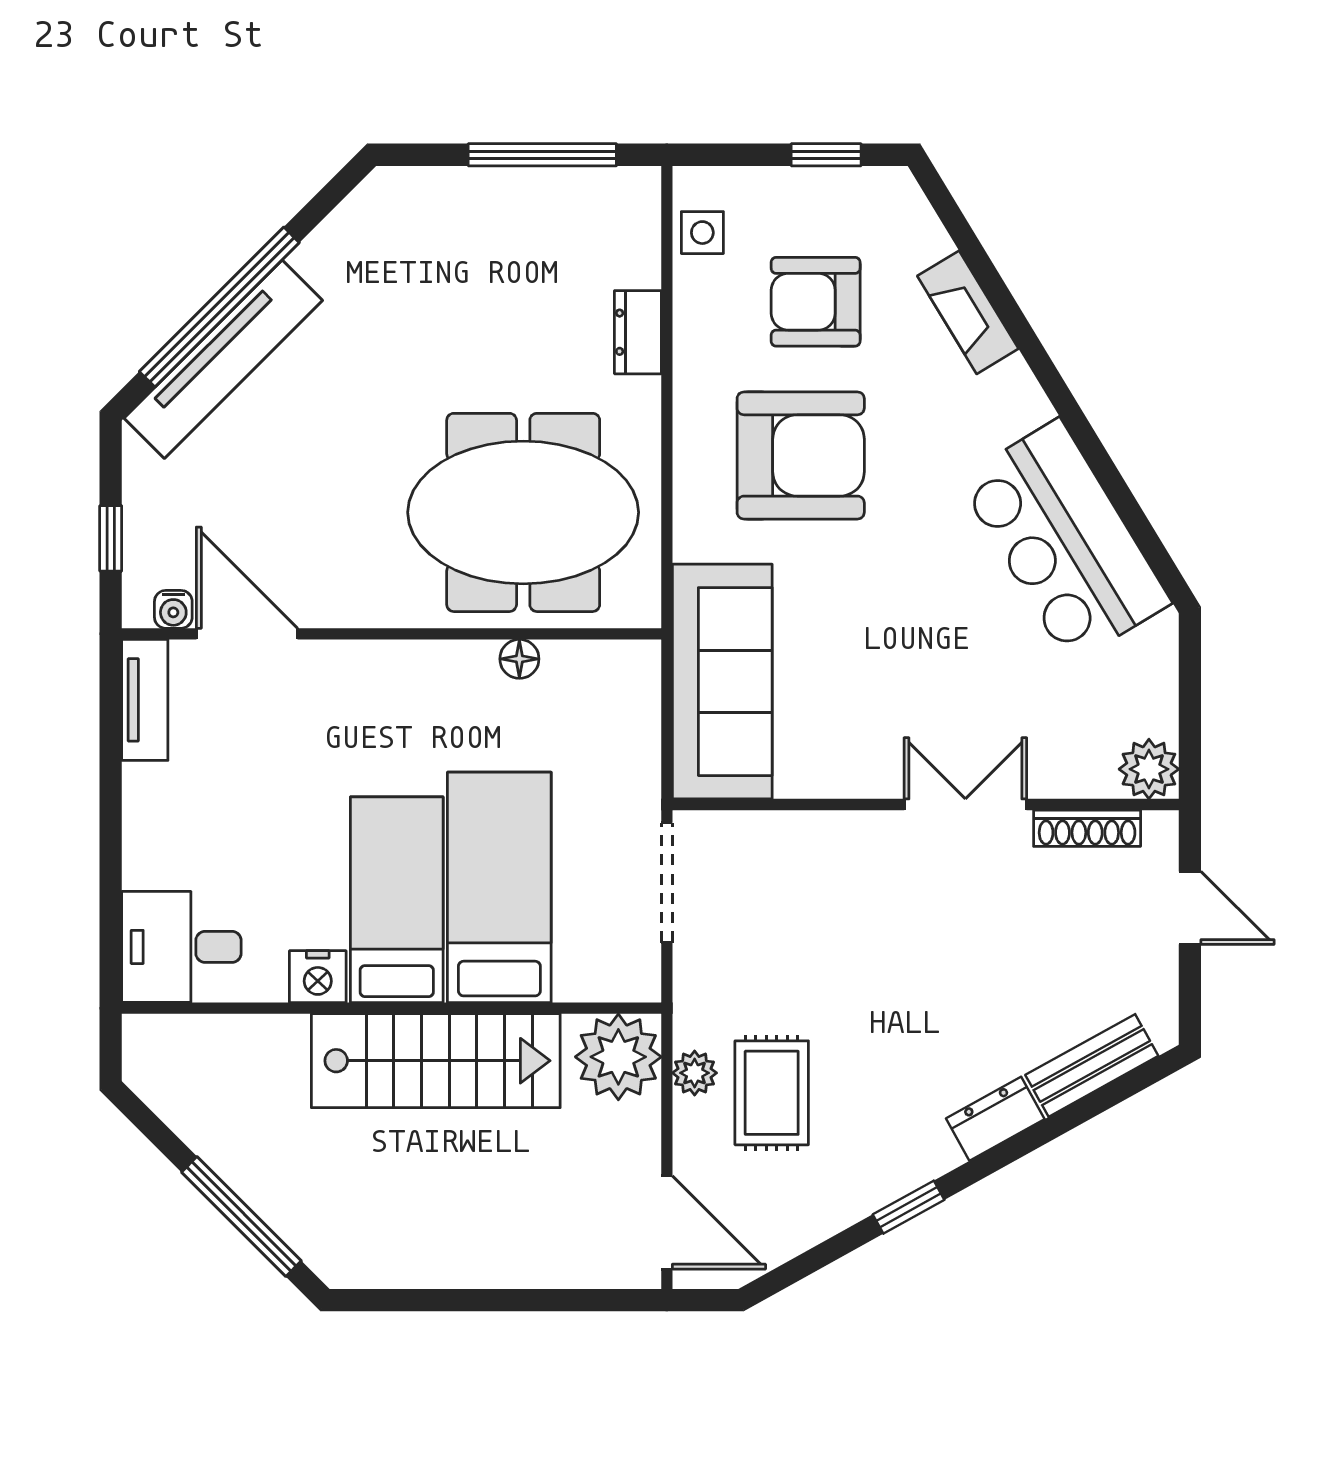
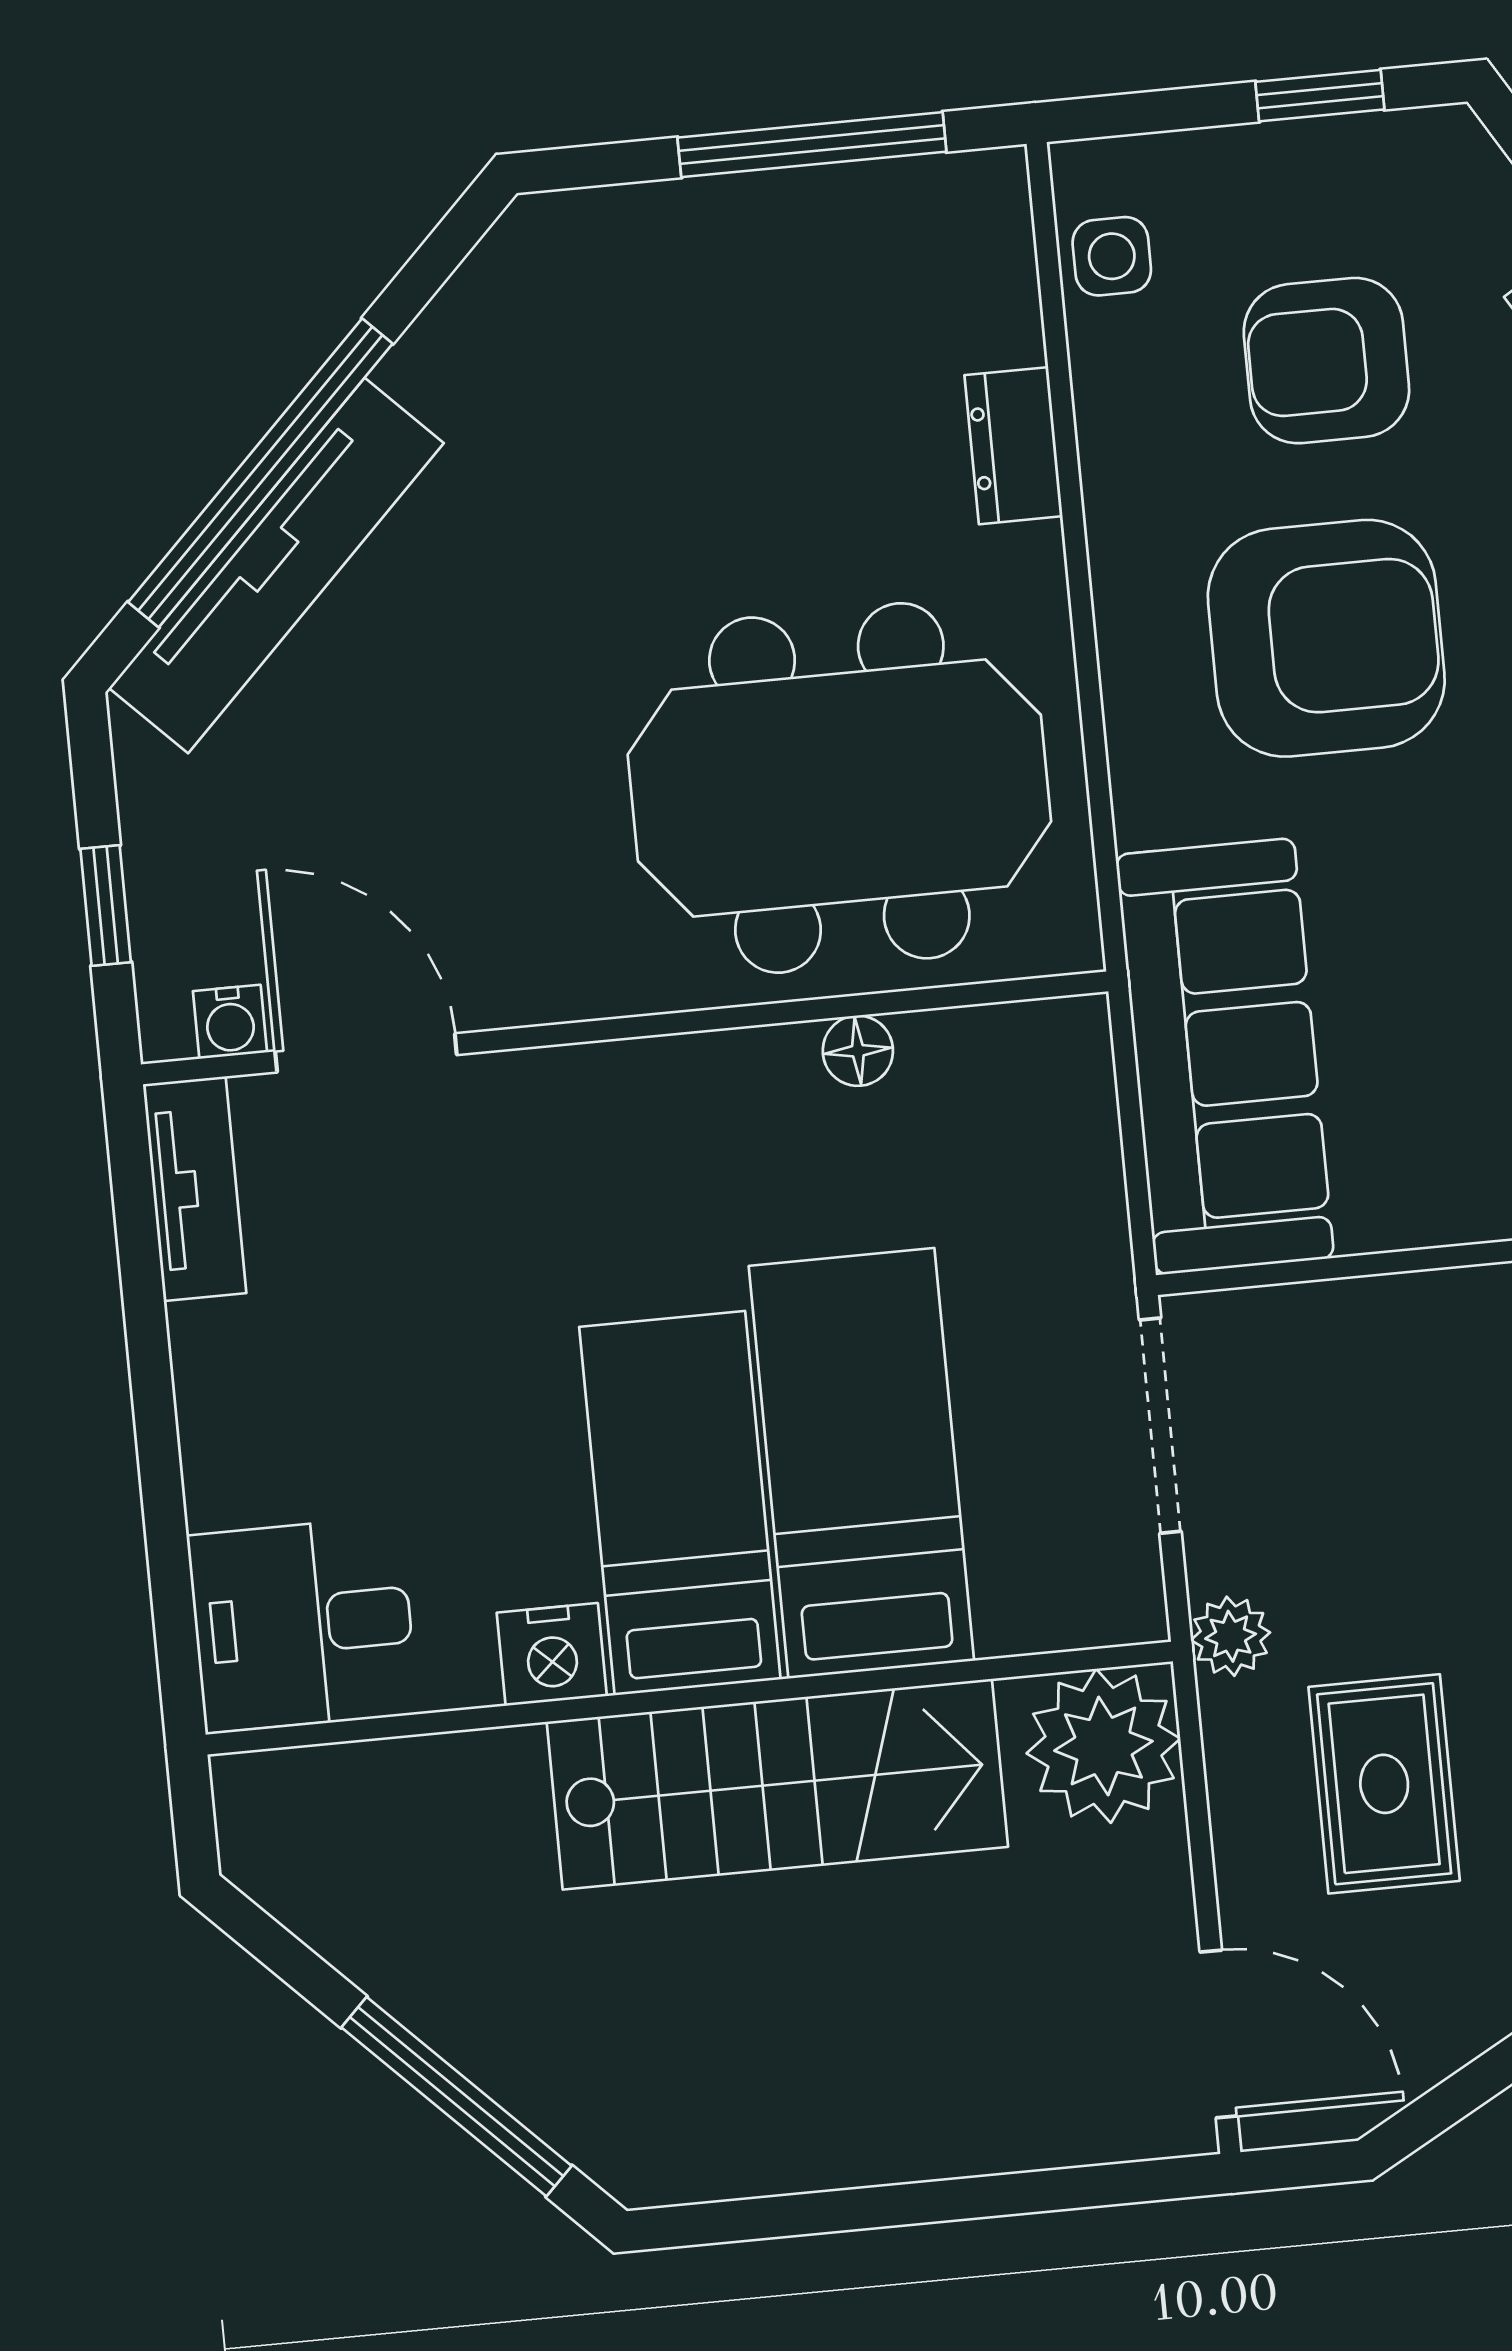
plant: (695, 1073) -> (1231, 1636), moved

